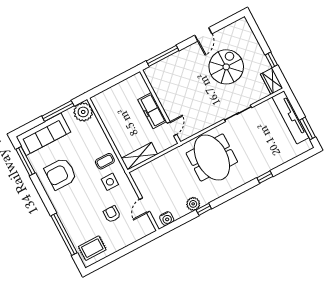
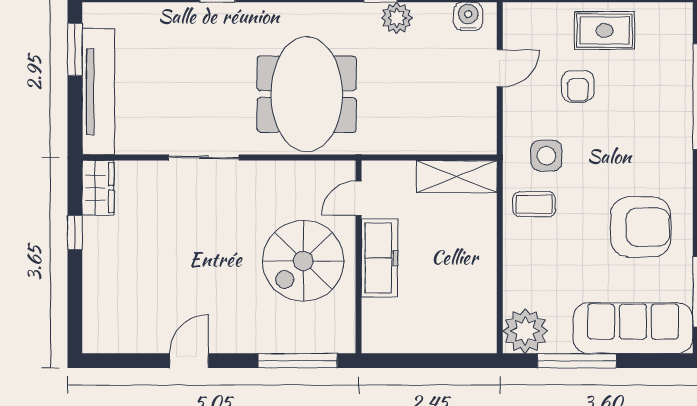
spiral stairs: (226, 67) -> (303, 261), moved
rug: (92, 248) -> (605, 30), moved

